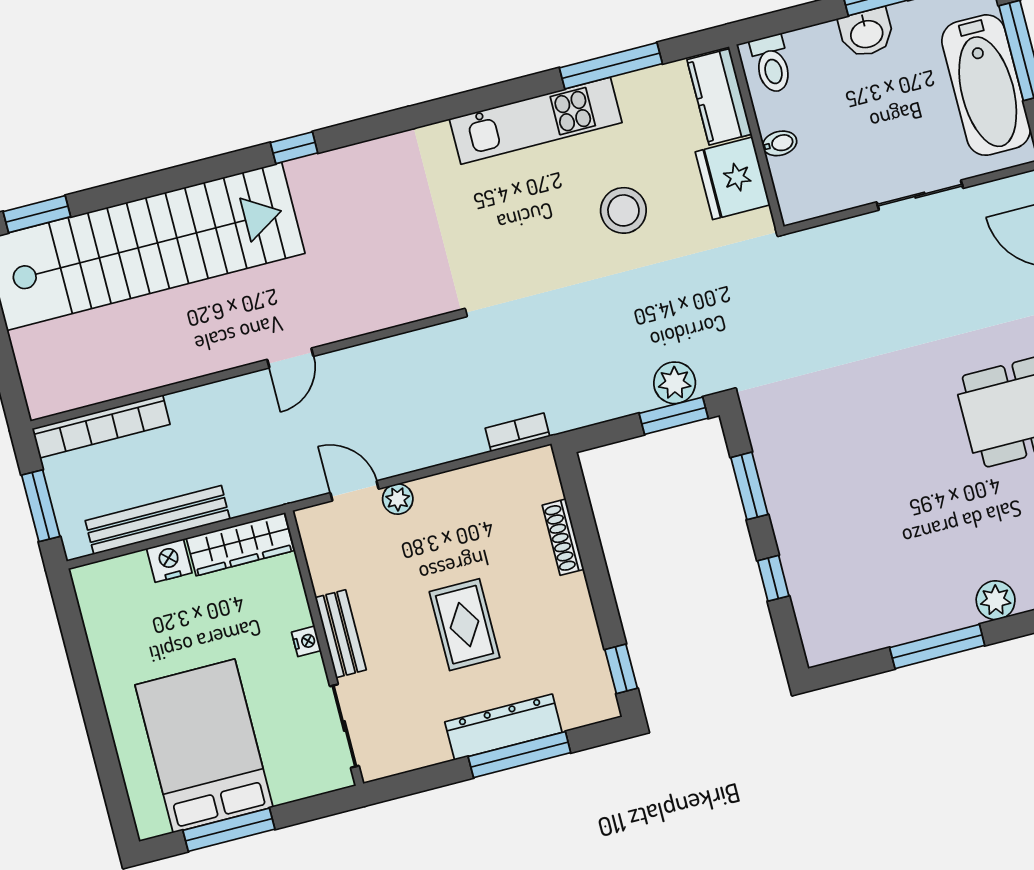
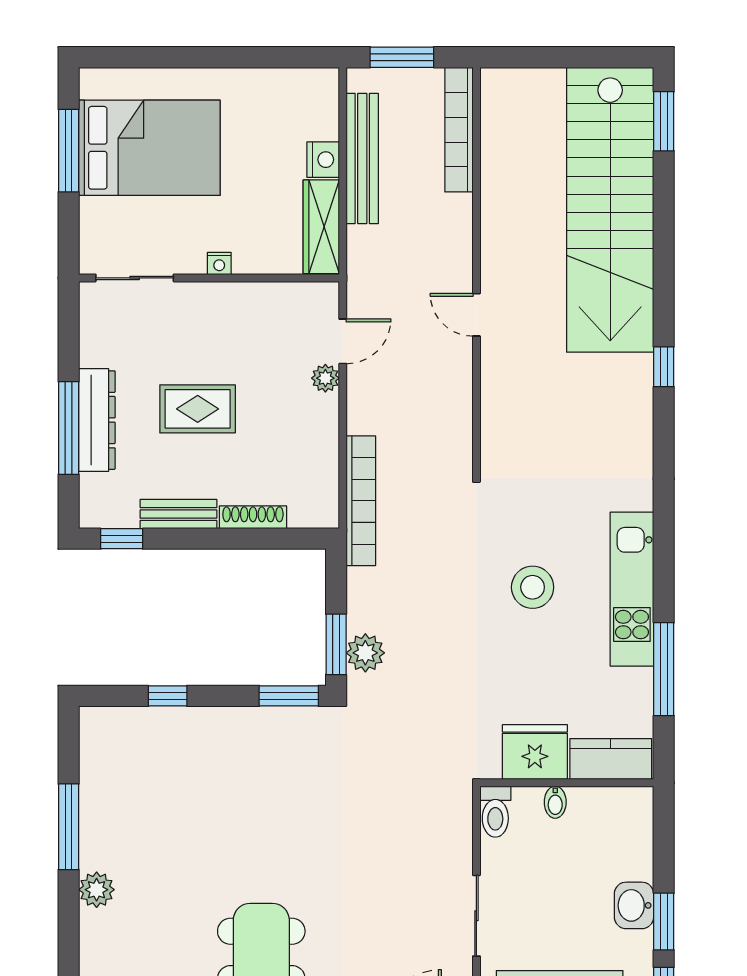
toilet: (772, 64) -> (495, 812), moved, turned -90
stool: (623, 210) -> (533, 587), moved
bookcase: (518, 432) -> (361, 501), width x2.31, depth x1.31
window: (749, 486) -> (289, 696), moved
bench: (341, 634) -> (178, 514), moved

